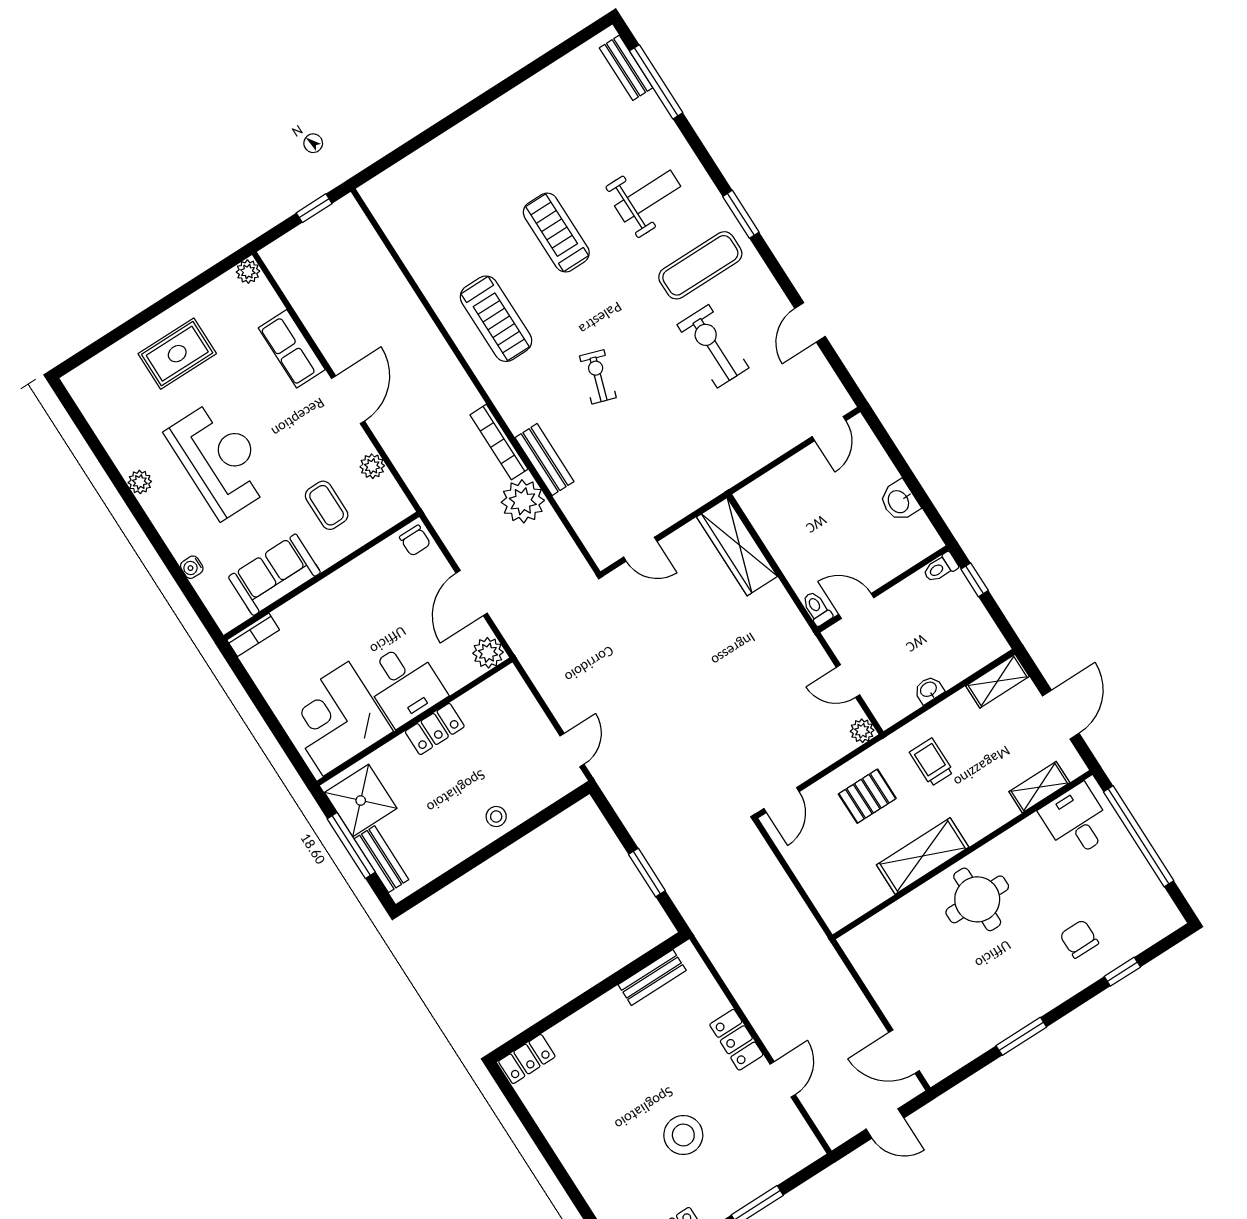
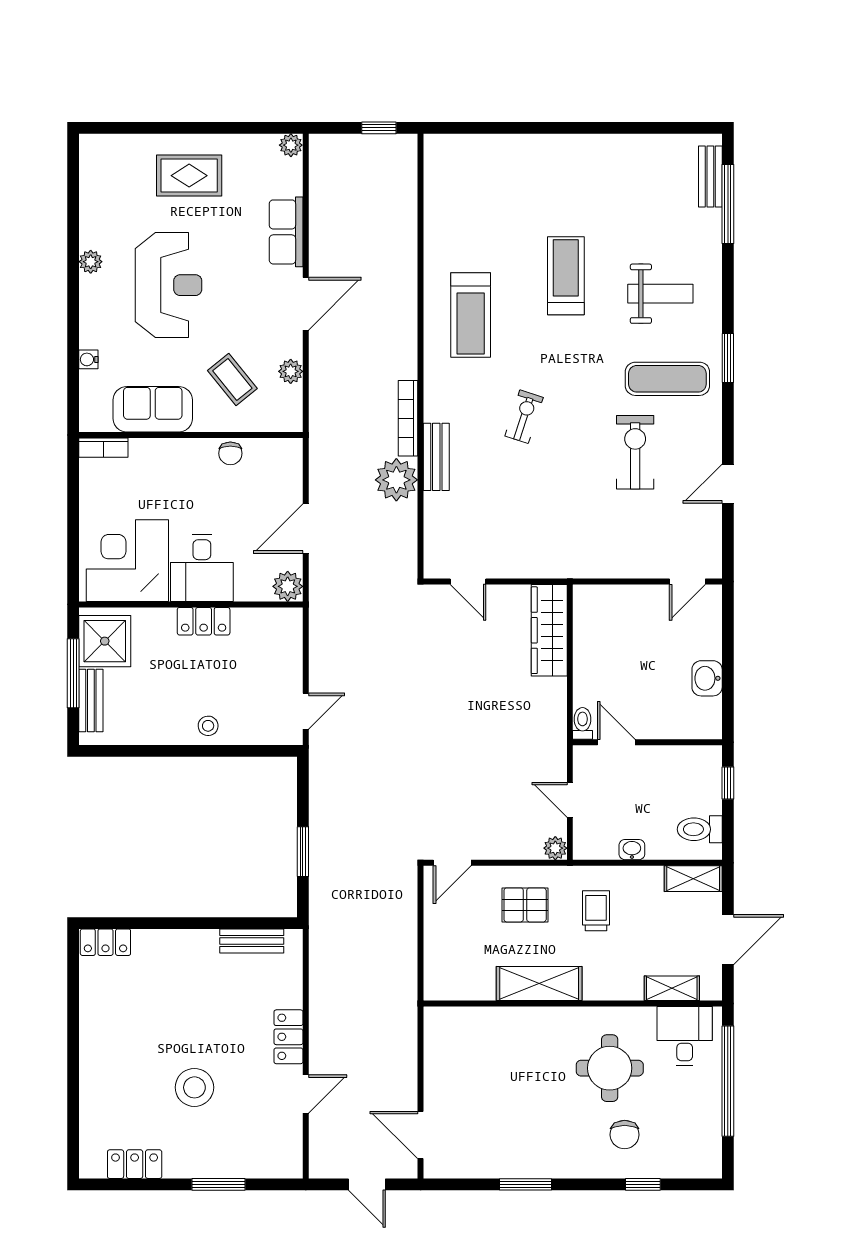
coffee table: (327, 505) -> (232, 379), turned -39
chair: (415, 541) -> (230, 453), moved
toilet: (940, 568) -> (700, 829), moved, width x1.37, depth x1.39
round table: (977, 899) -> (610, 1068), moved
chair: (1079, 939) -> (625, 1135), turned 180

